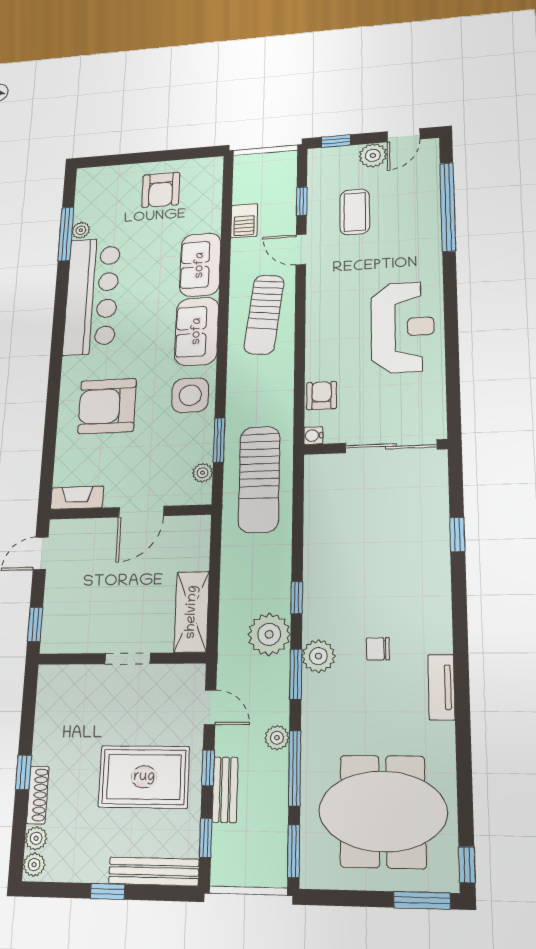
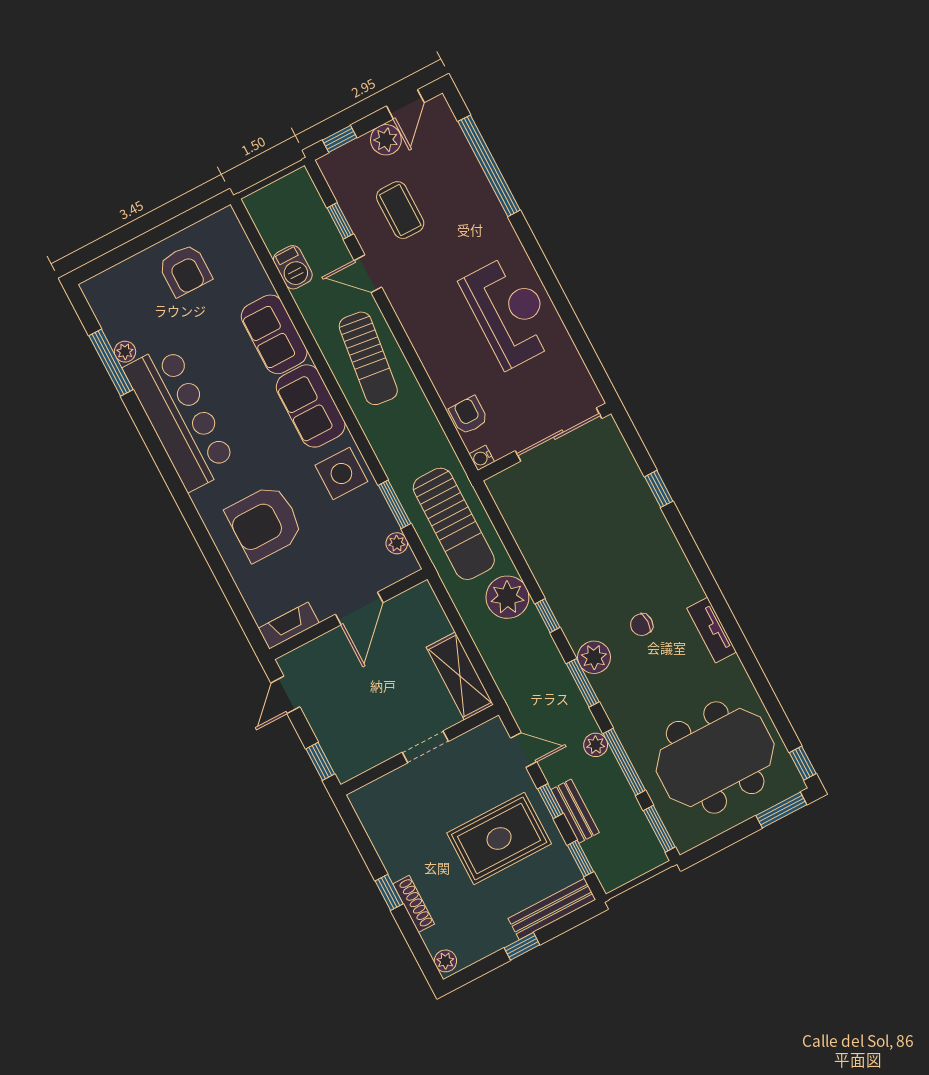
plant: (269, 634) -> (507, 597), moved
plant: (36, 838) -> (434, 939), removed

